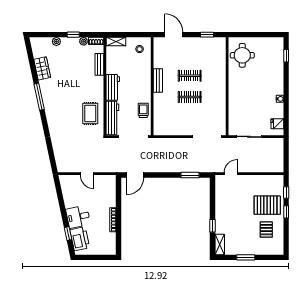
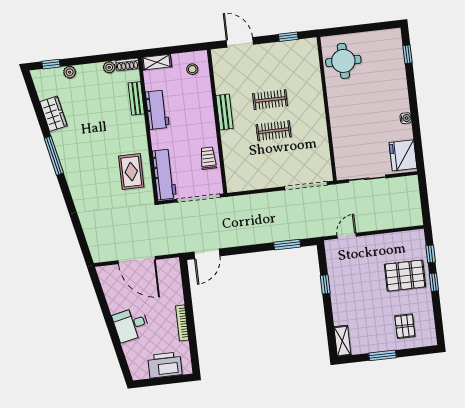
window: (73, 35) -> (51, 64), moved
workbench: (113, 87) -> (157, 110), moved
fridge: (277, 124) -> (403, 155), width x1.88, depth x1.34
door: (87, 174) -> (137, 260), width x1.87
window: (213, 226) -> (325, 284), moved
pallet: (266, 230) -> (405, 326), moved
window: (68, 234) -> (119, 351), removed
printer: (80, 239) -> (165, 365), moved, turned -78

